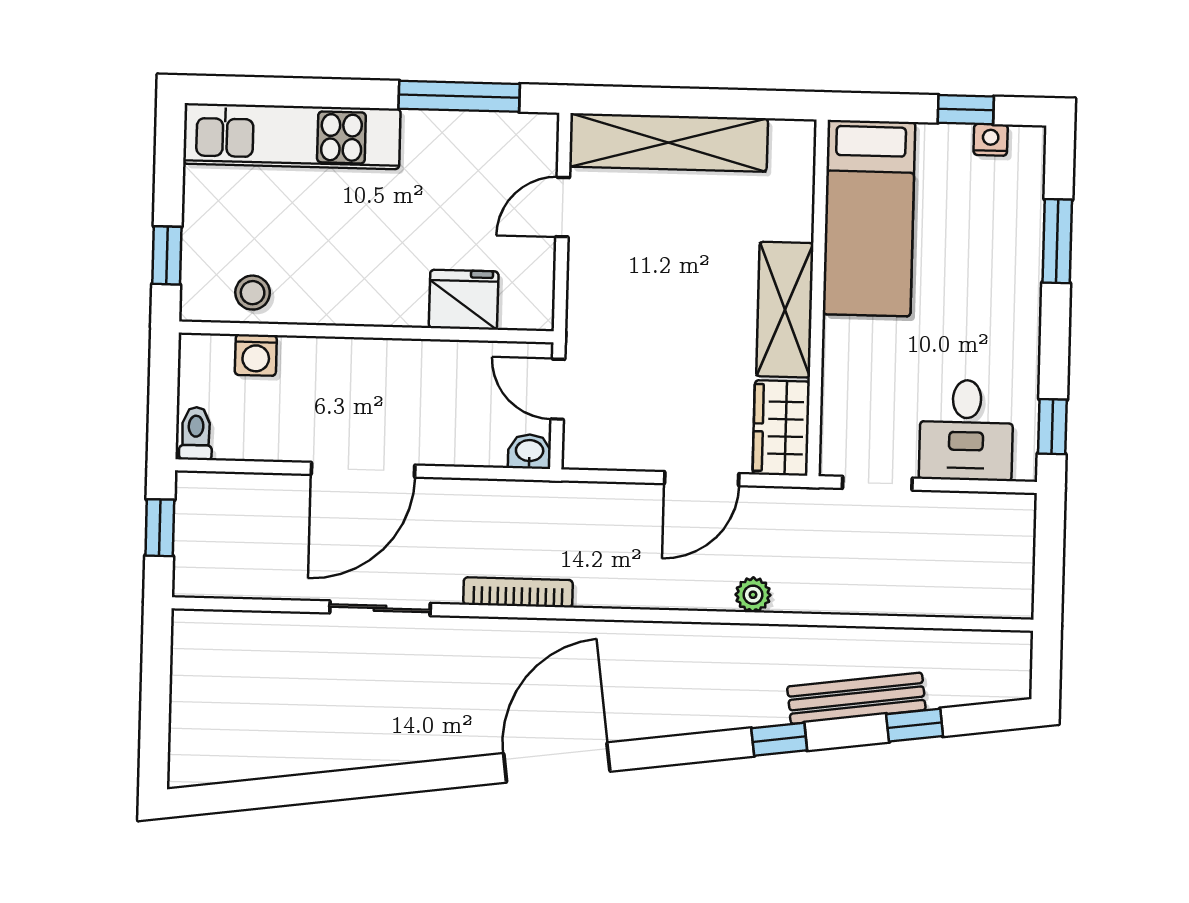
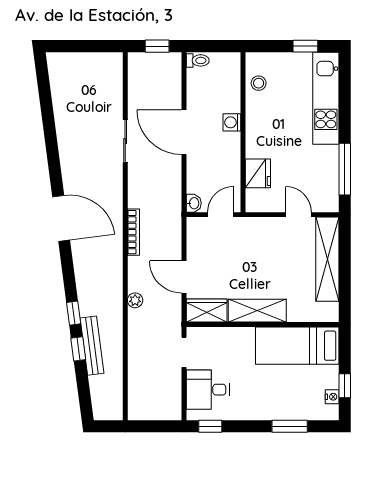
window: (167, 255) -> (305, 46), moved
washing machine: (256, 355) -> (232, 122), moved
bookcase: (518, 592) -> (133, 232), moved
window: (915, 725) -> (78, 349), moved

